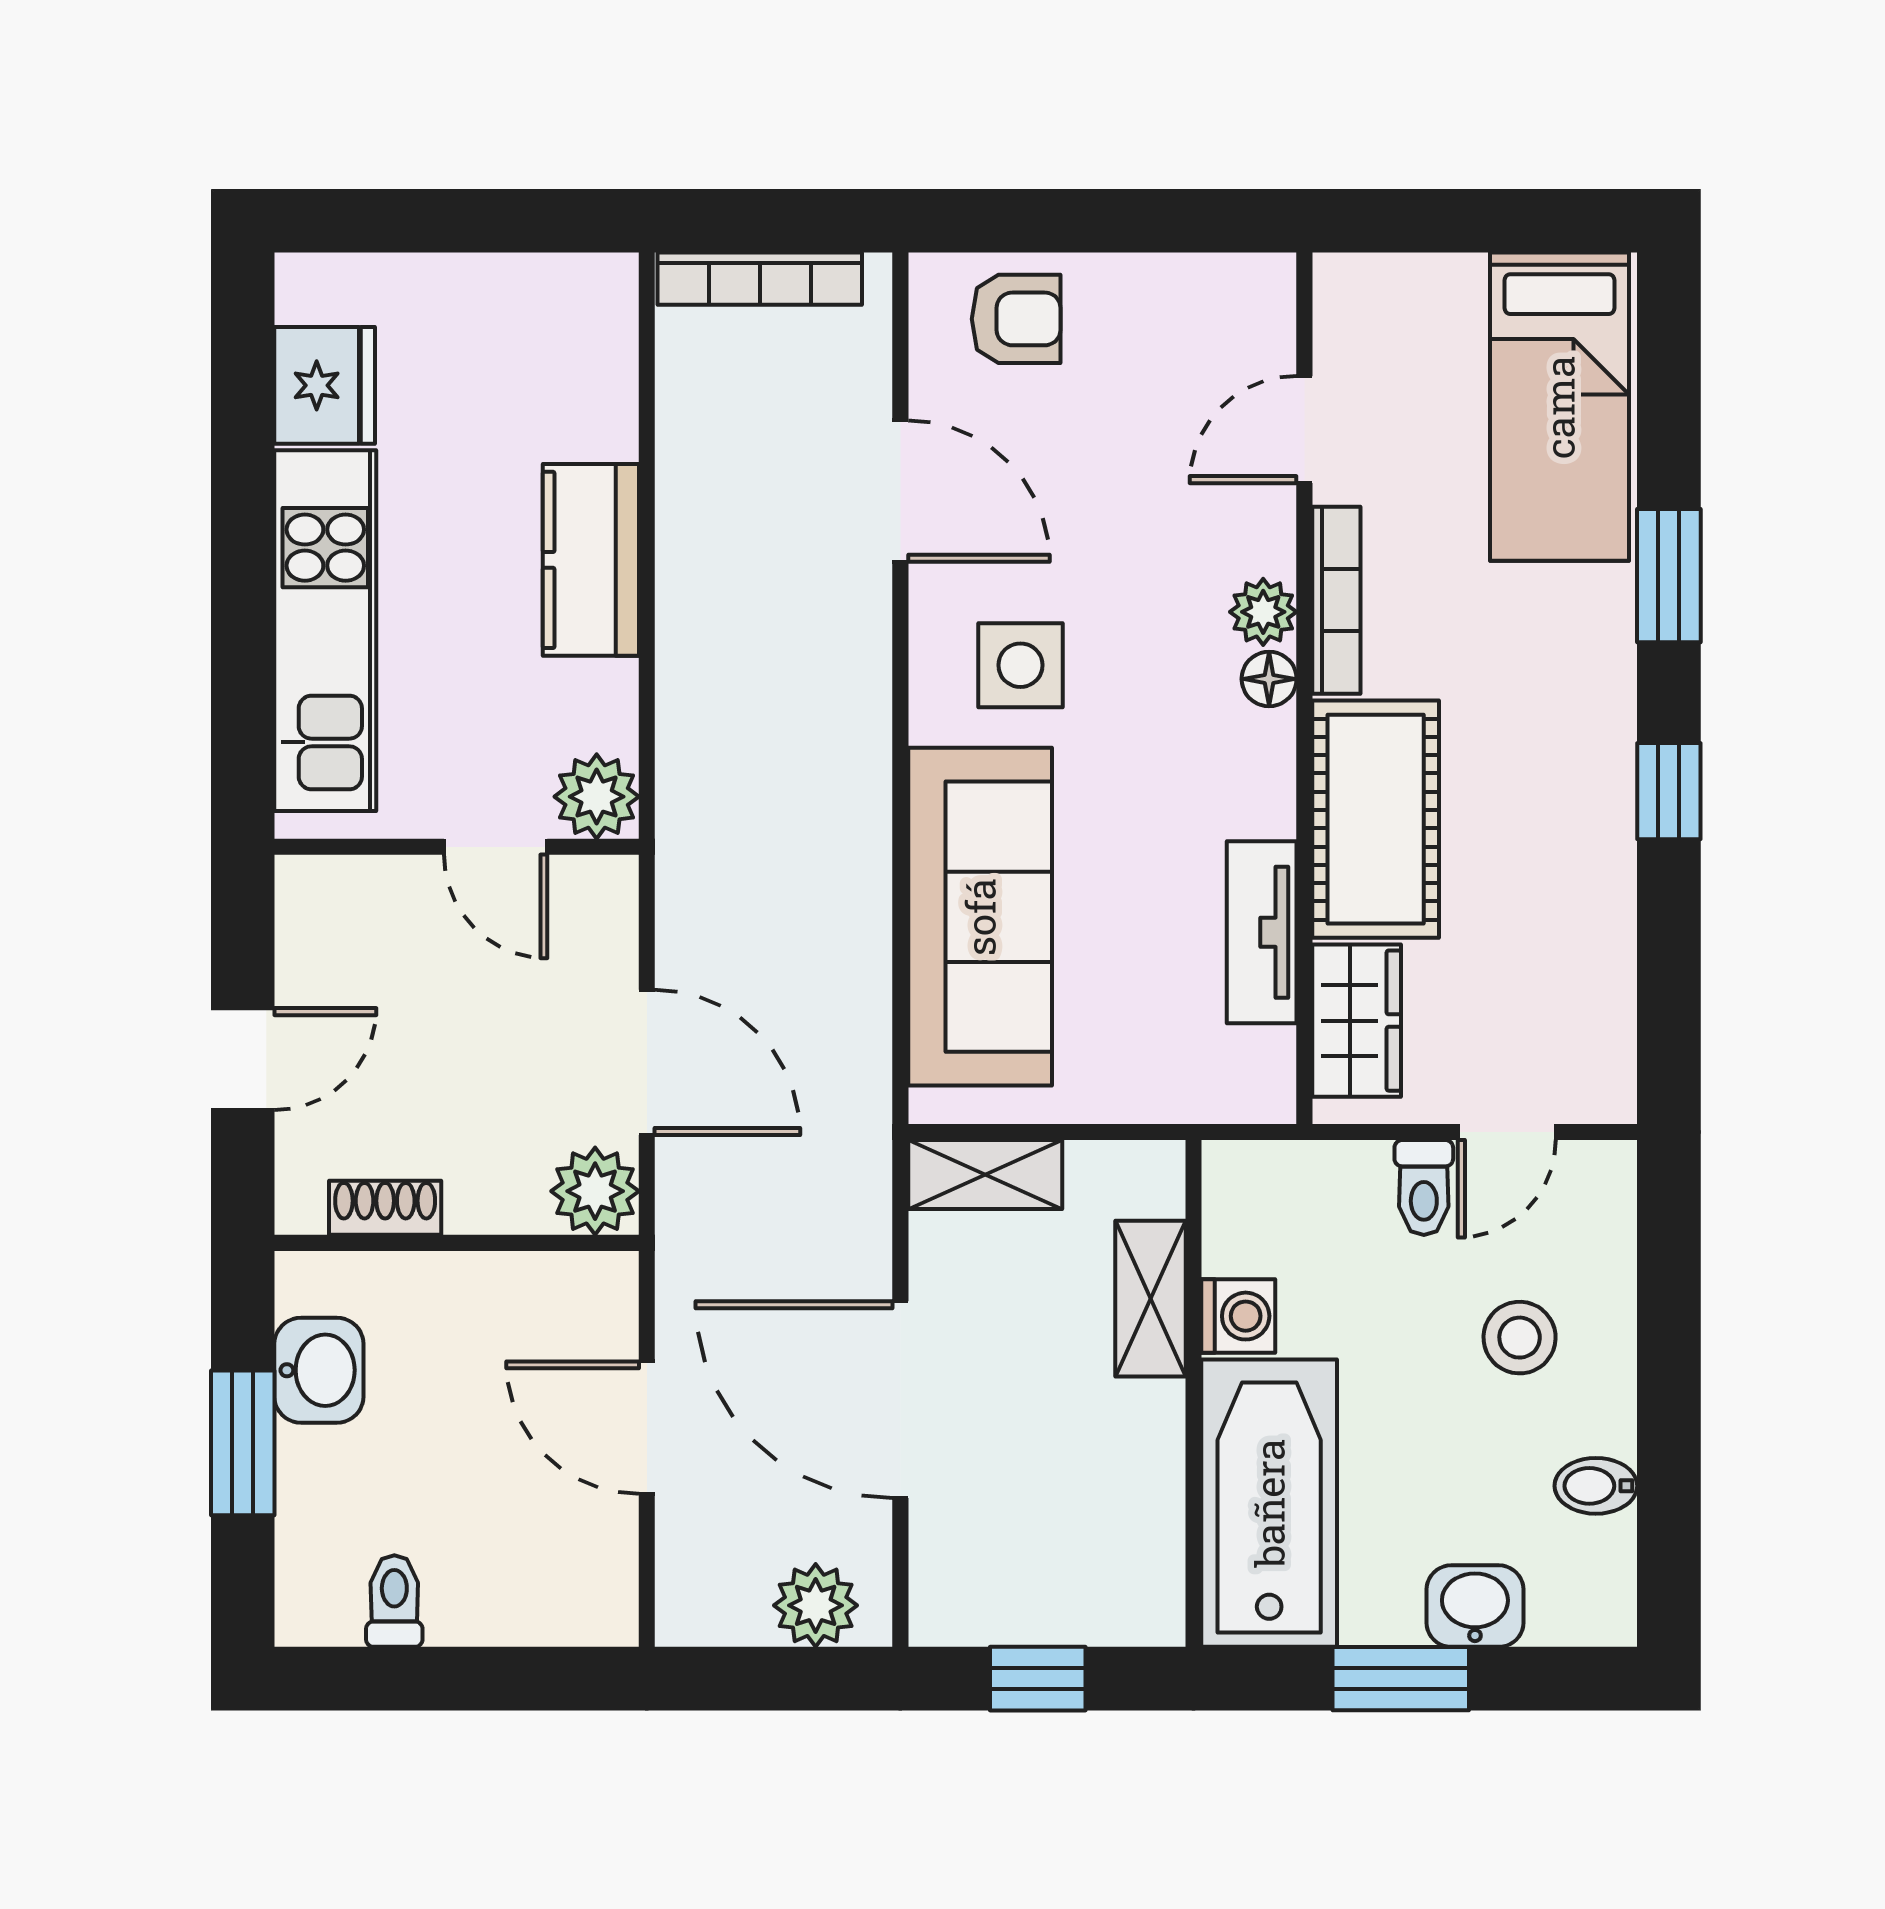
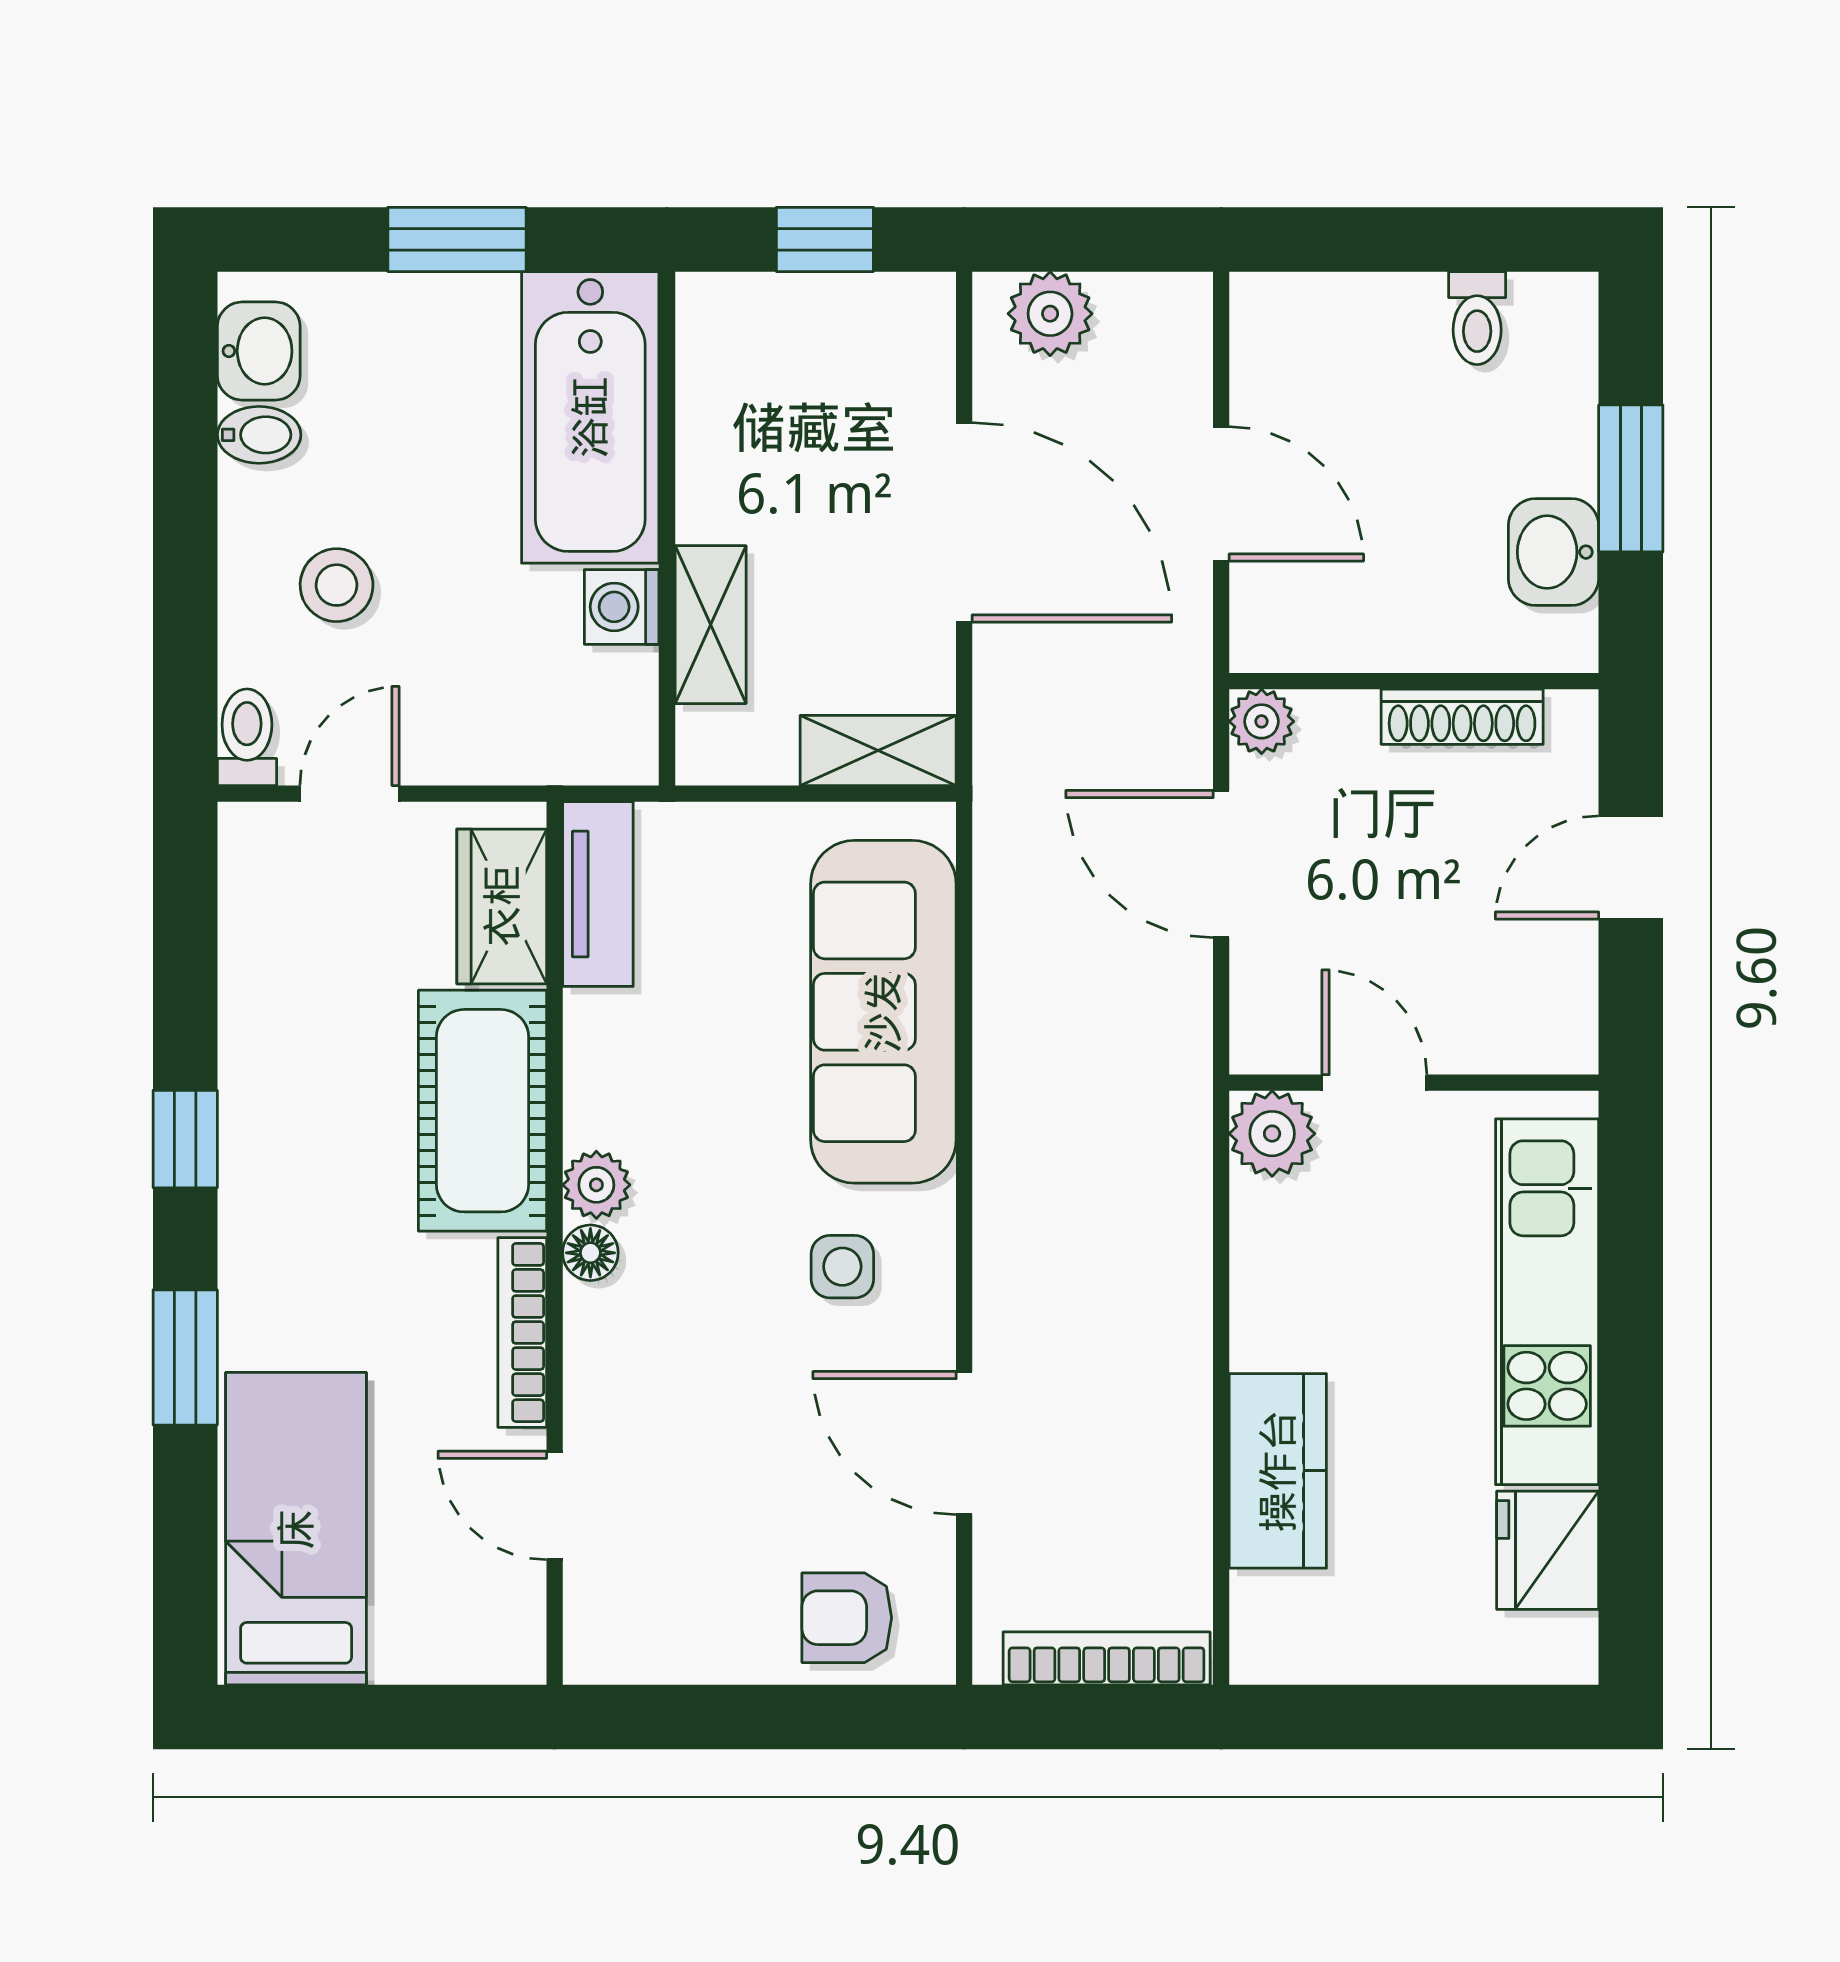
door: (1304, 430) -> (555, 1505), swing flipped
kitchen counter: (591, 560) -> (1278, 1471), moved
plant: (1263, 612) -> (596, 1185), moved
side table: (1020, 665) -> (842, 1267), width x0.73, depth x0.73
tv unit: (1262, 932) -> (598, 894), moved
toilet: (1424, 1188) -> (247, 737), moved
plant: (595, 1191) -> (1262, 721), width x0.73, depth x0.73
shoe rack: (385, 1208) -> (1462, 717), width x1.43
washbasin: (1475, 1606) -> (259, 351), moved, turned -90

